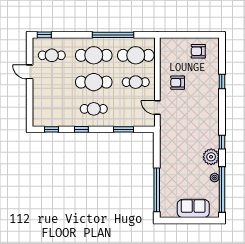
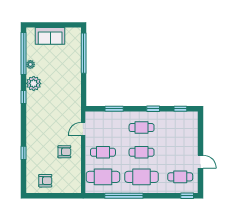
cafe table: (94, 82) -> (142, 152), width x0.73, depth x0.74
door: (157, 108) -> (83, 129), swing flipped

